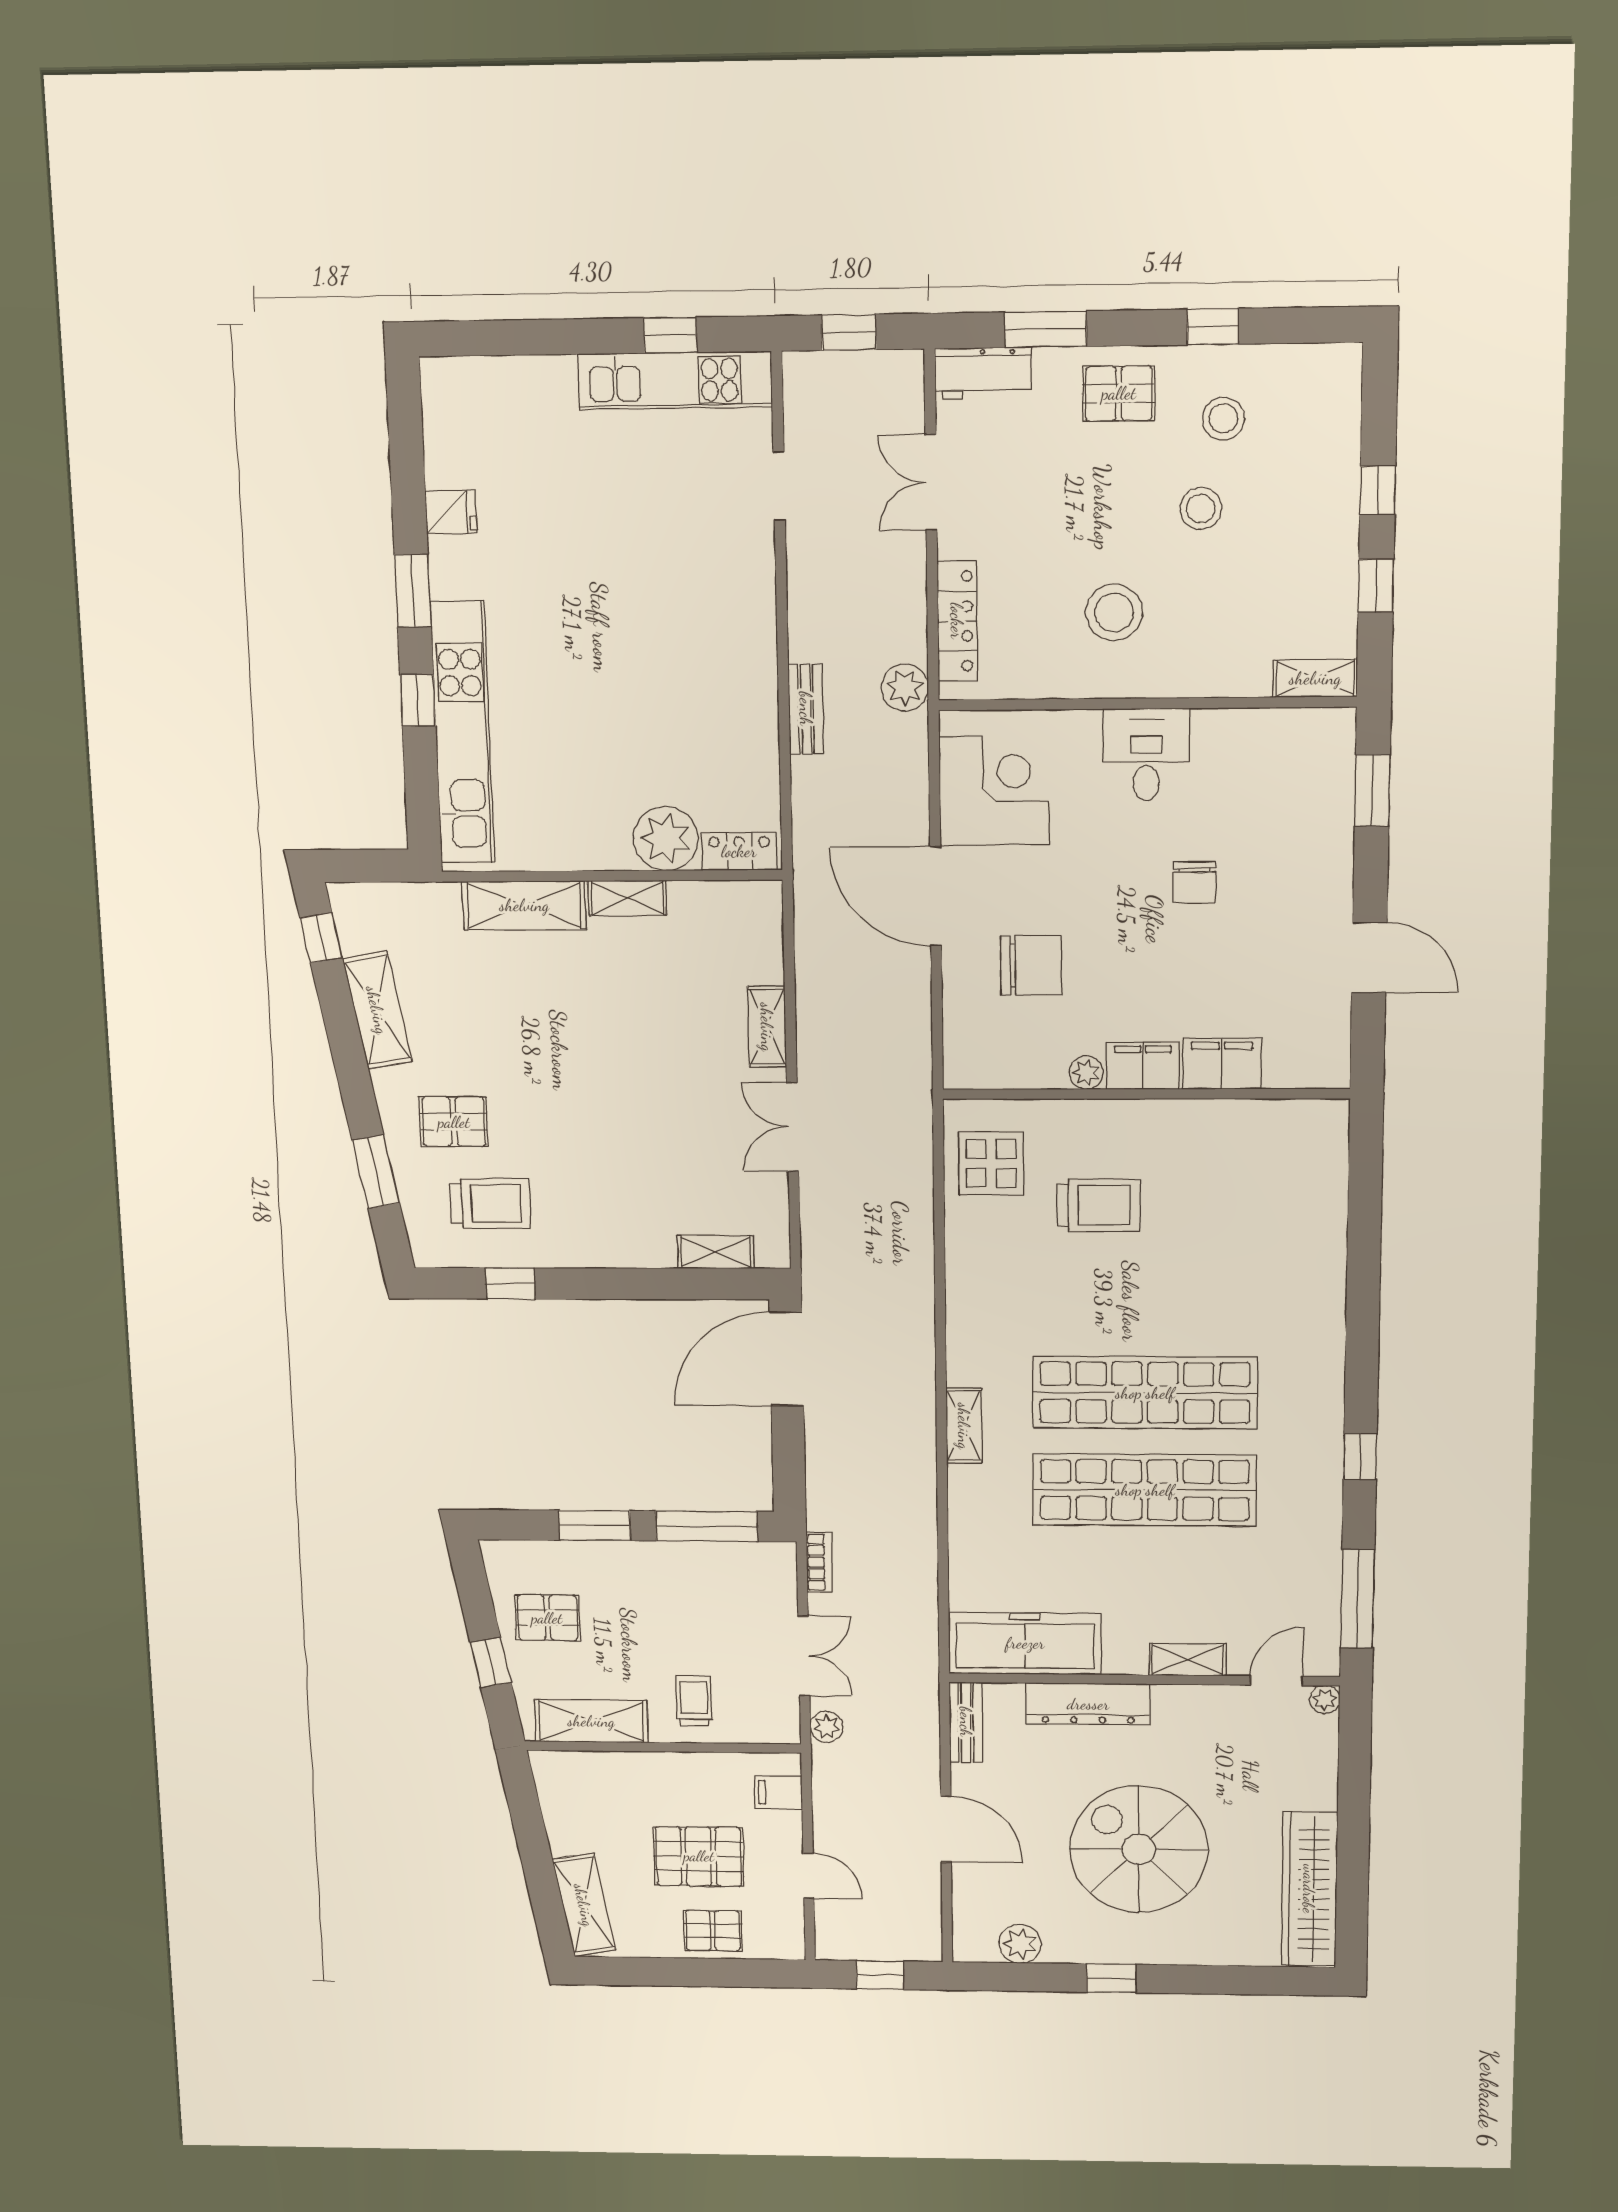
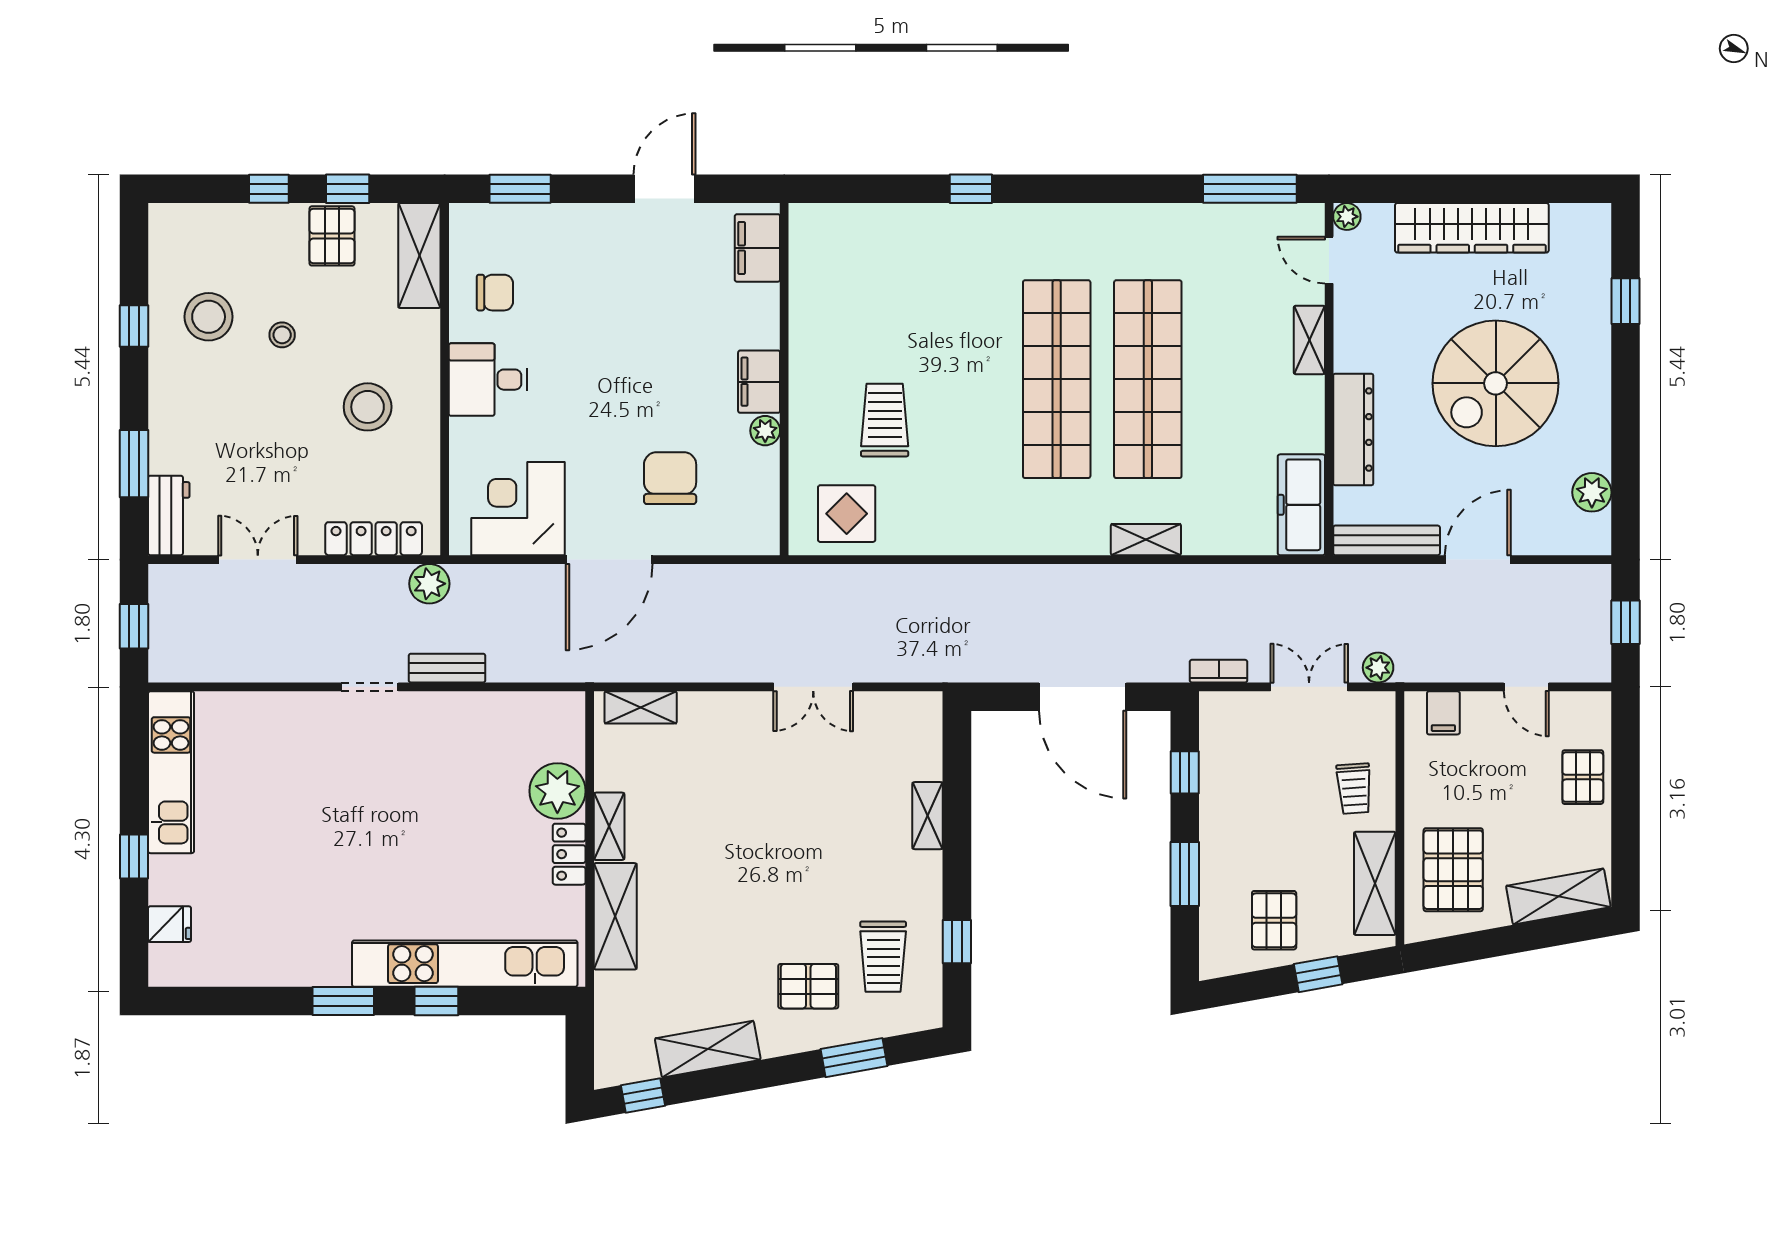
window: (670, 335) -> (134, 856), moved
pallet: (1119, 393) -> (332, 236), moved
stool: (1223, 419) -> (209, 317), width x1.38, depth x1.38
double door: (931, 482) -> (258, 560), swing flipped
doorway: (779, 486) -> (370, 687), moved
stool: (1201, 509) -> (282, 335), width x0.73, depth x0.73
fridge: (451, 512) -> (170, 924), moved, turned 90
shelving: (1315, 678) -> (419, 256), width x1.50, depth x1.33
locker: (739, 851) -> (569, 854), moved
chair: (1194, 883) -> (495, 293), moved
shelving: (767, 1027) -> (641, 707), moved
filing cabinet: (1222, 1064) -> (757, 248), moved
pallet: (454, 1122) -> (808, 986), turned 90
trolley: (490, 1203) -> (883, 957), turned 180
shelving: (716, 1252) -> (928, 816), moved
door: (787, 1359) -> (1083, 697), moved
shelving: (964, 1426) -> (1146, 540), moved
window: (1360, 1457) -> (971, 189), moved
window: (707, 1526) -> (1185, 772), width x0.46
freezer: (1025, 1643) -> (1301, 505), width x0.73, depth x0.79
trolley: (694, 1701) -> (1354, 789), turned -94
bench: (966, 1722) -> (1387, 540), width x1.36
pallet: (699, 1856) -> (1453, 870), moved
door: (809, 1876) -> (1526, 687), swing flipped
wardrobe: (1309, 1889) -> (1472, 228), moved
window: (1111, 1978) -> (1625, 301), moved

